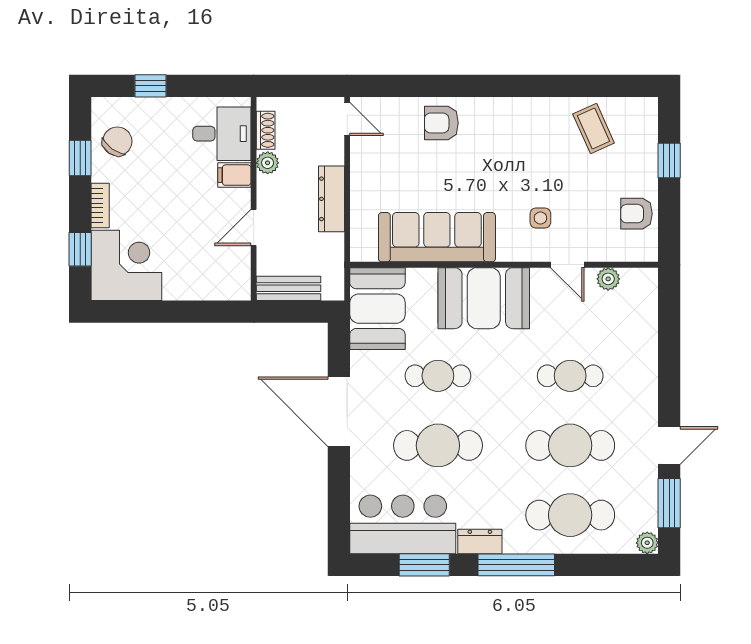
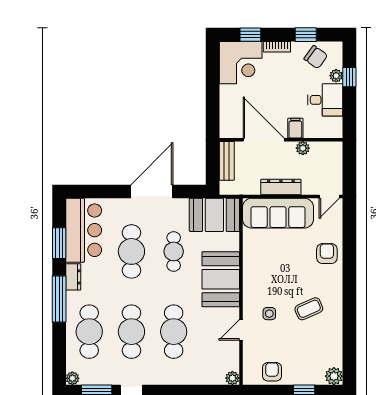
plant: (148, 108) -> (336, 76), added
plant: (644, 111) -> (334, 376), added
coffee table: (594, 128) -> (309, 309), moved
shoe rack: (266, 130) -> (322, 147), removed
desk: (222, 134) -> (325, 100), moved, turned -90
door: (254, 228) -> (264, 140), width x1.87
sofa: (437, 237) -> (278, 213), moved, turned 90
plant: (608, 279) -> (232, 378), moved
cafe table: (570, 376) -> (174, 332), width x1.37, depth x1.35

